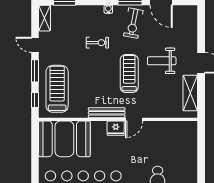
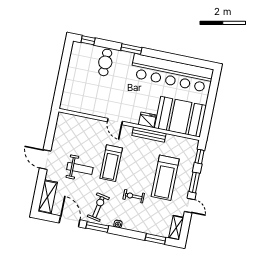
treadmill: (57, 89) -> (165, 178), moved
shelving: (190, 93) -> (48, 197), moved
bench: (107, 113) -> (149, 134), moved
door: (134, 119) -> (115, 121), swing flipped
fridge: (116, 128) -> (147, 120), moved

